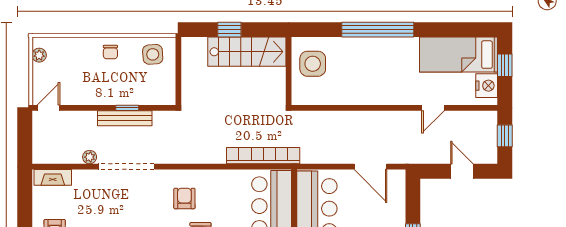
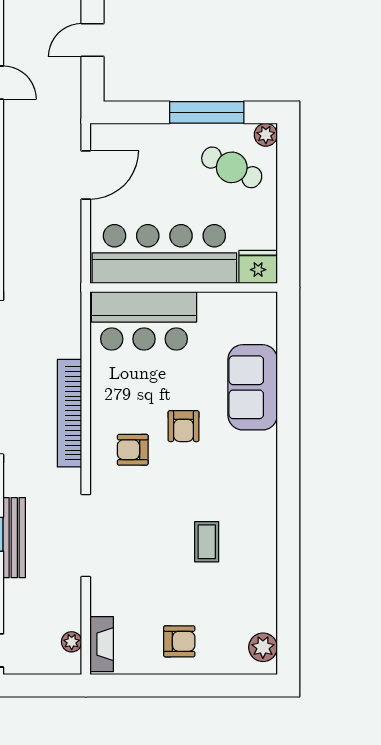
bookcase: (263, 156) -> (70, 413), moved
plant: (90, 157) -> (72, 642), moved

